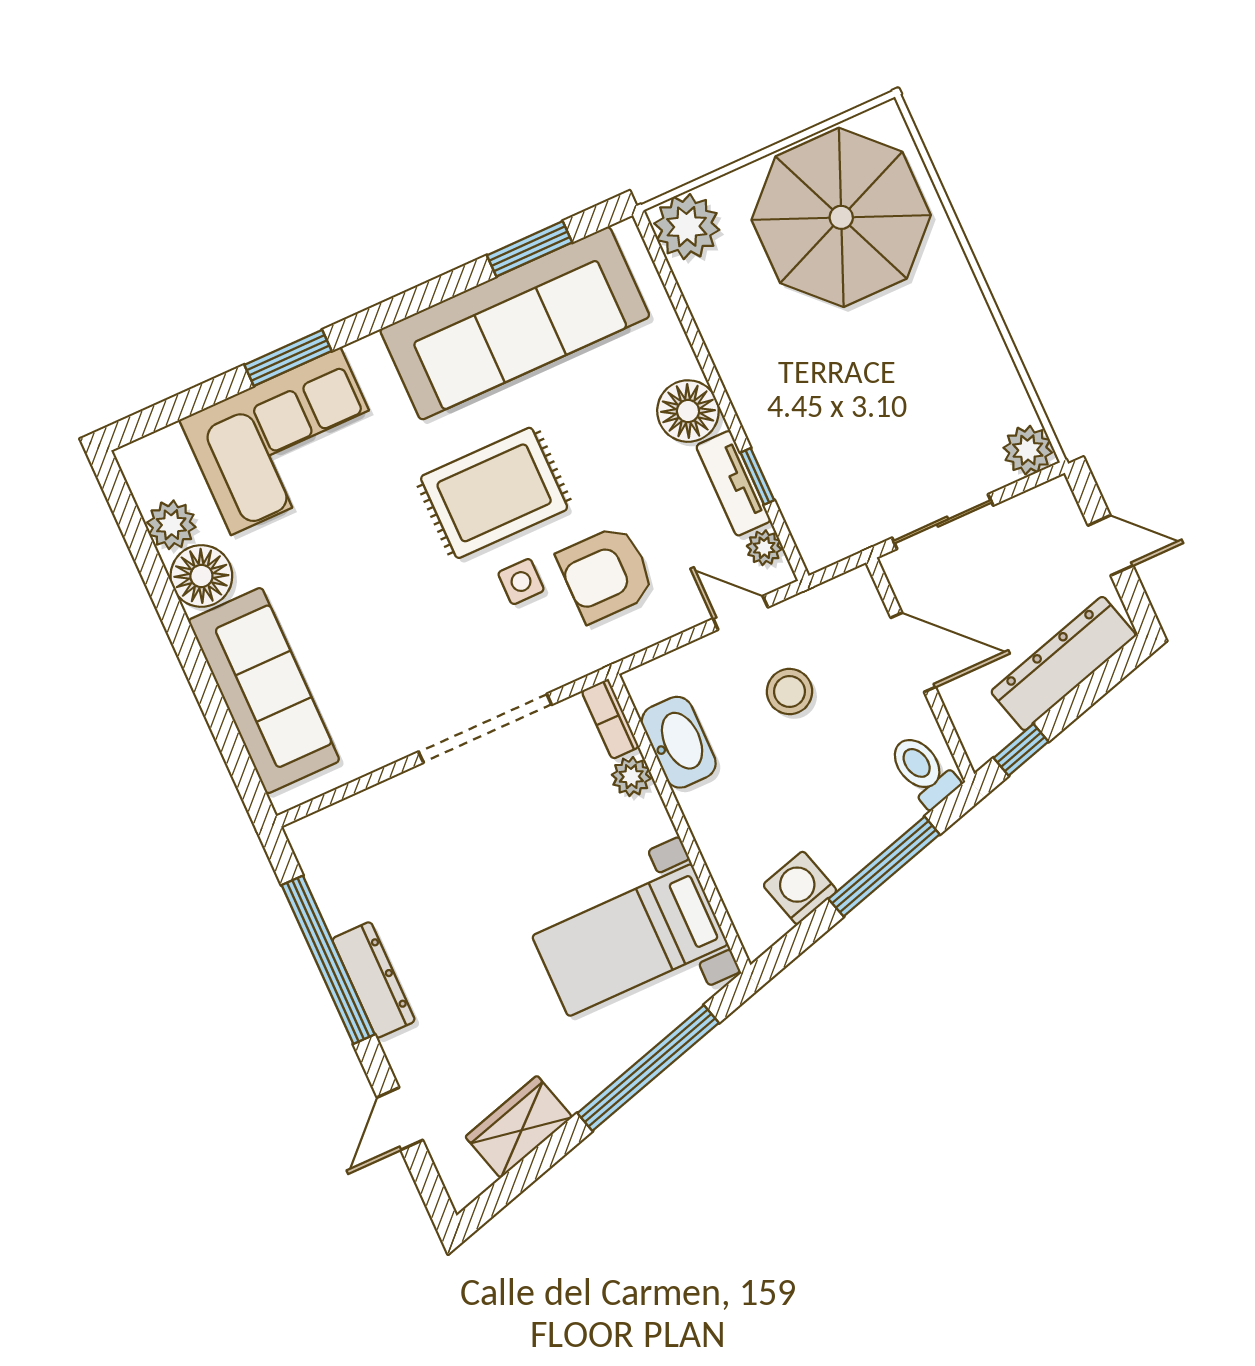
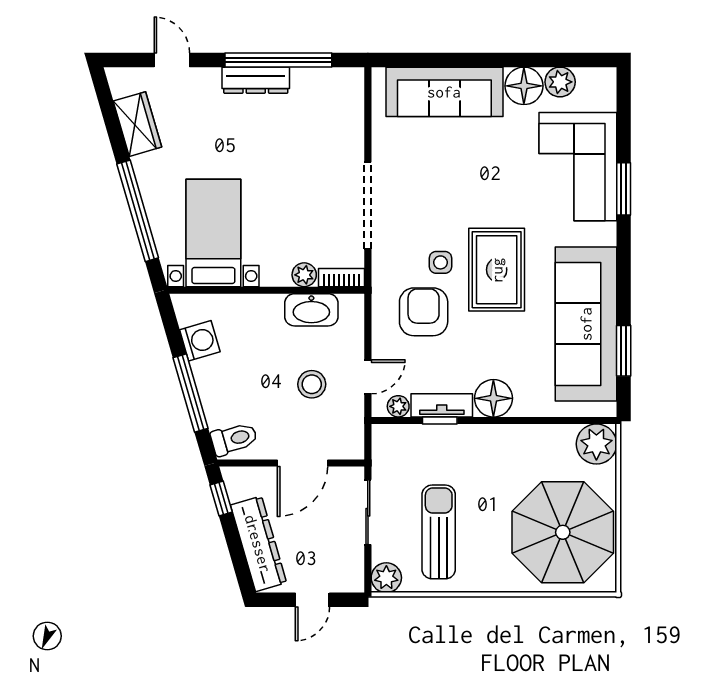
sun lounger: (924, 403) -> (439, 532), added

